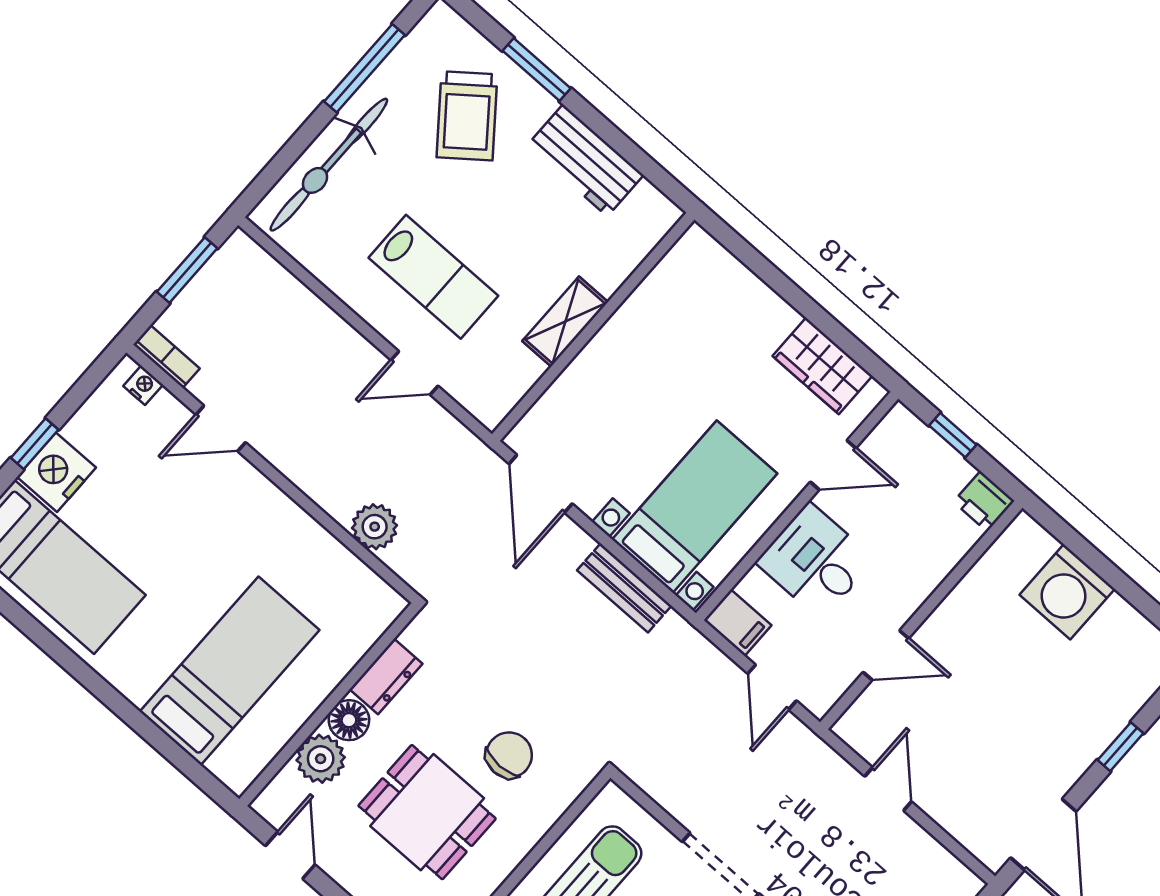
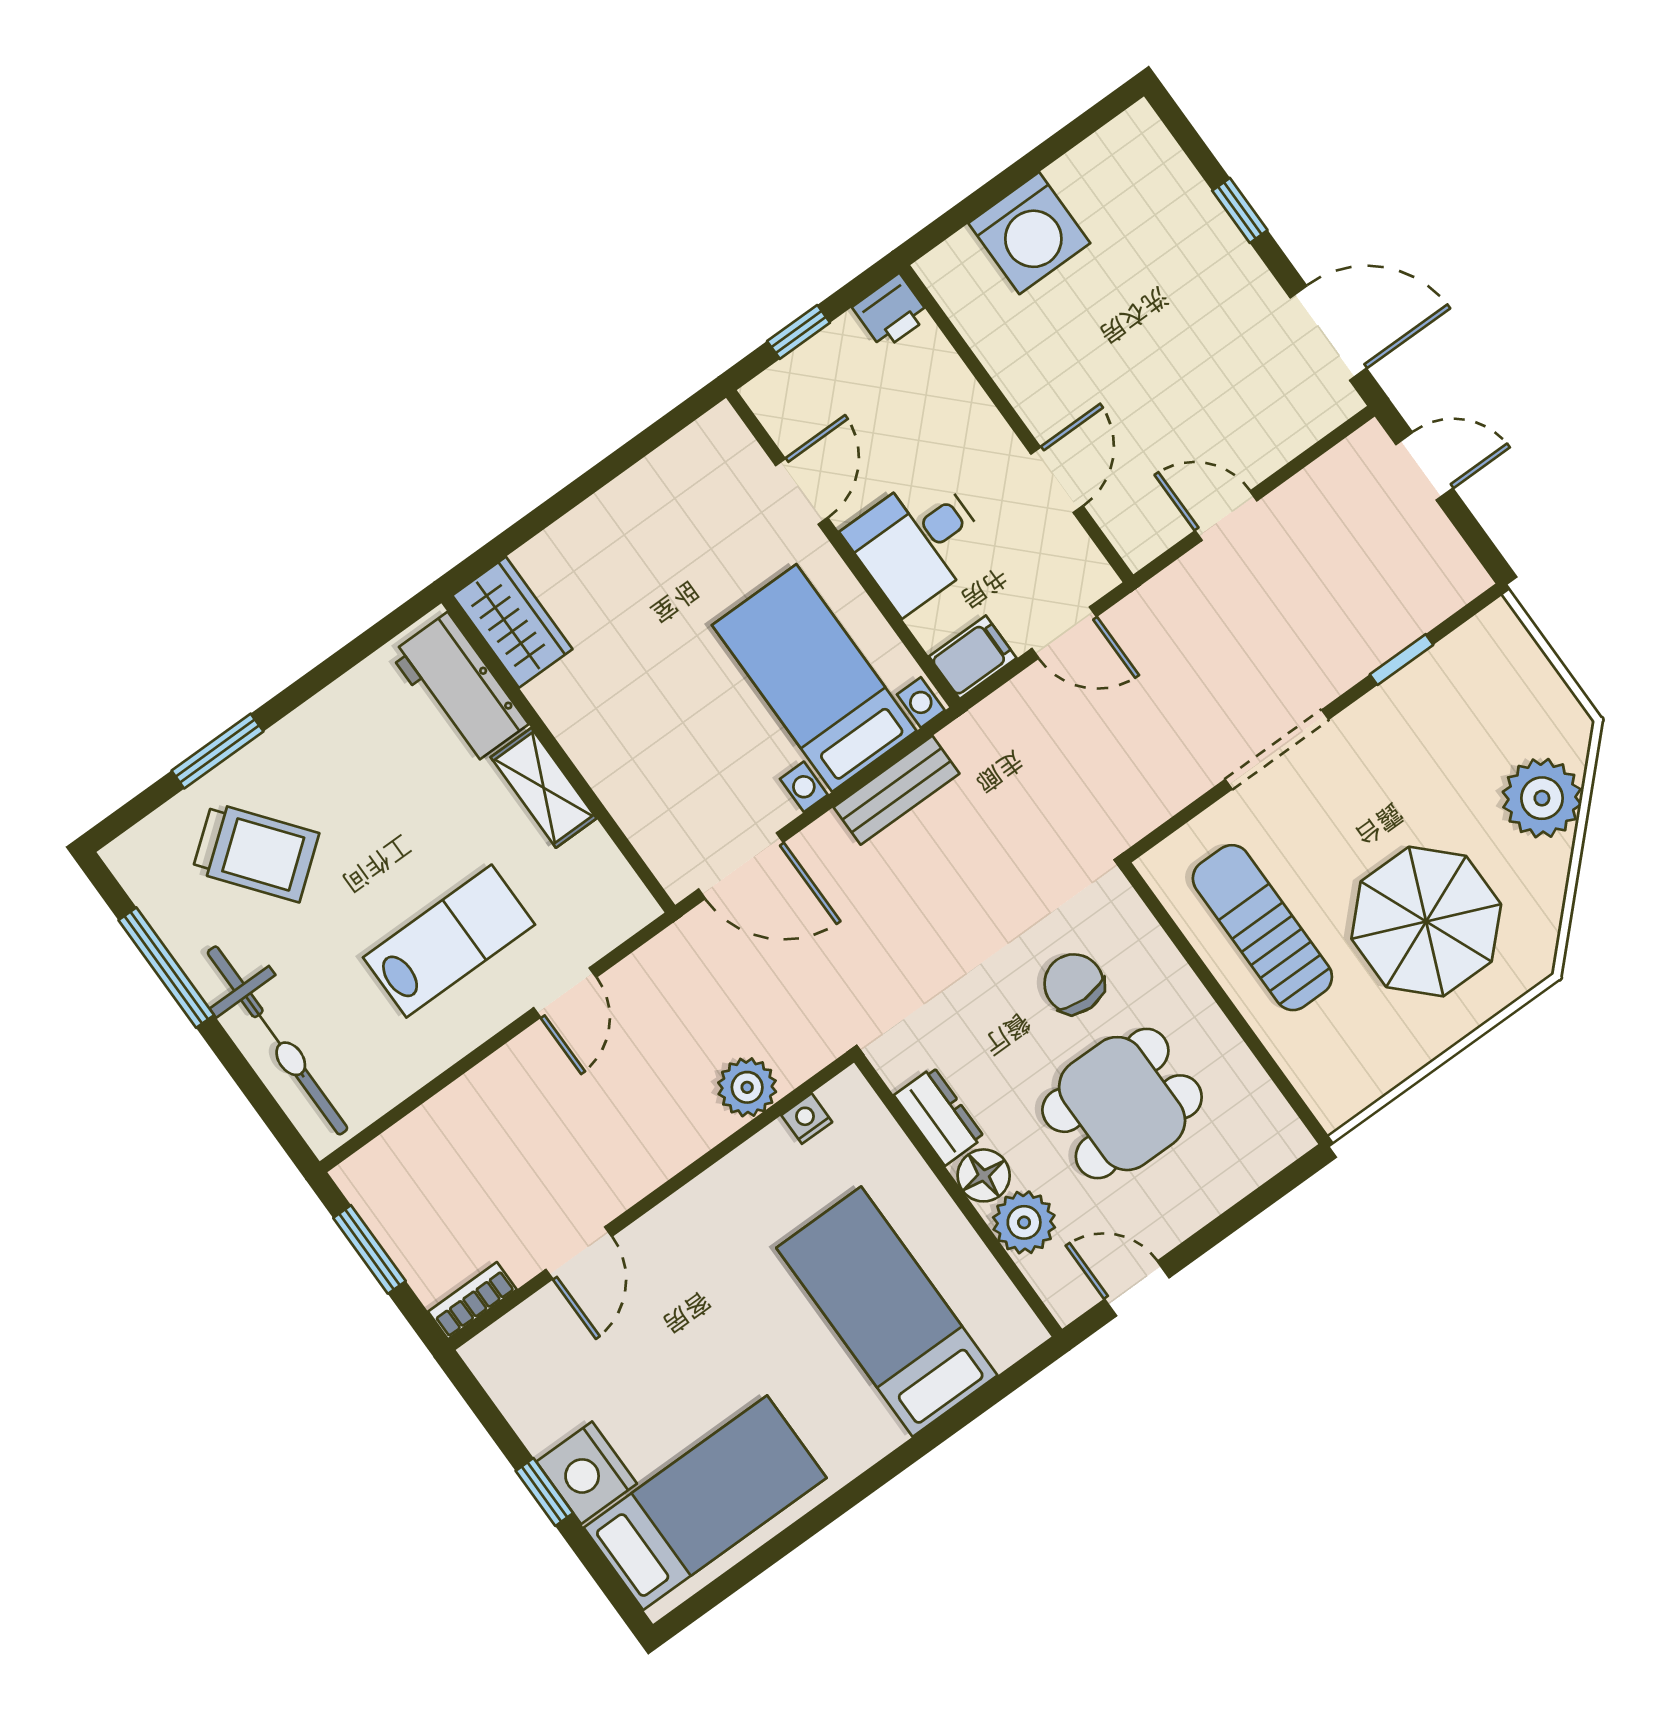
workbench: (585, 160) -> (459, 689), moved, turned 90
wardrobe: (822, 366) -> (512, 622), moved, turned -90
nightstand: (143, 385) -> (807, 1119), moved

